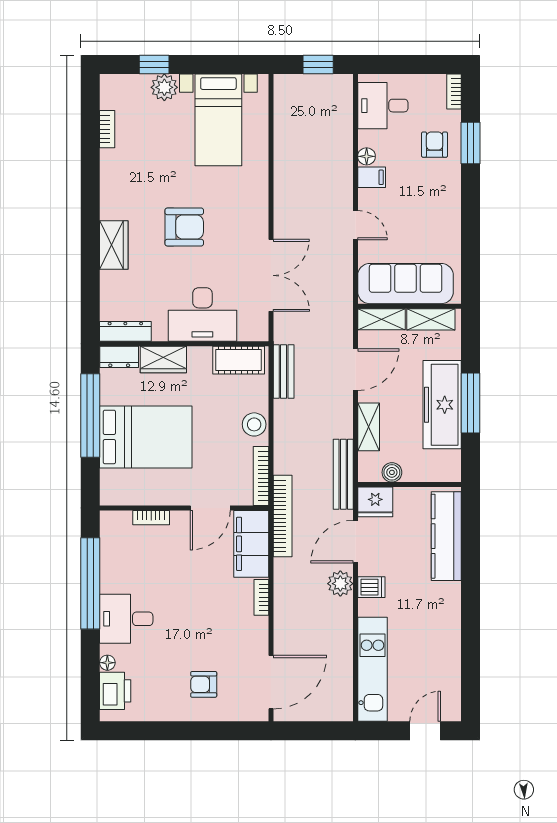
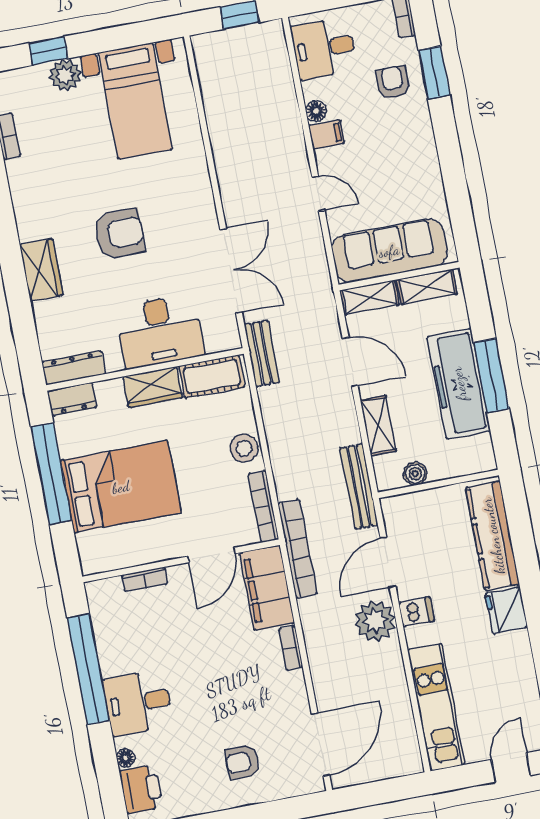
wardrobe: (163, 359) -> (153, 387), moved
door: (355, 370) -> (350, 362), hinge flipped
bench: (284, 372) -> (262, 353), moved
fridge: (375, 502) -> (506, 610), moved, turned 90
plant: (340, 584) -> (375, 621), width x1.36, depth x1.36

